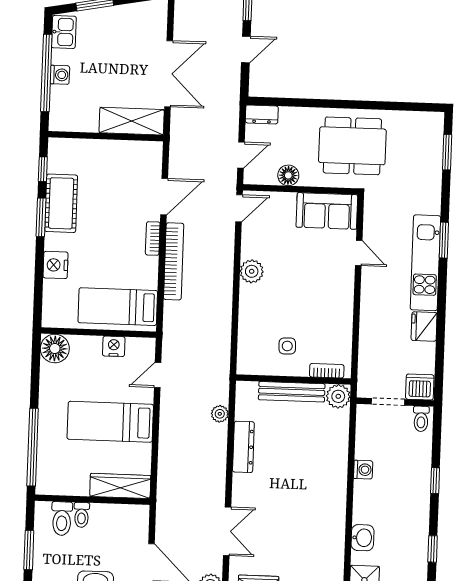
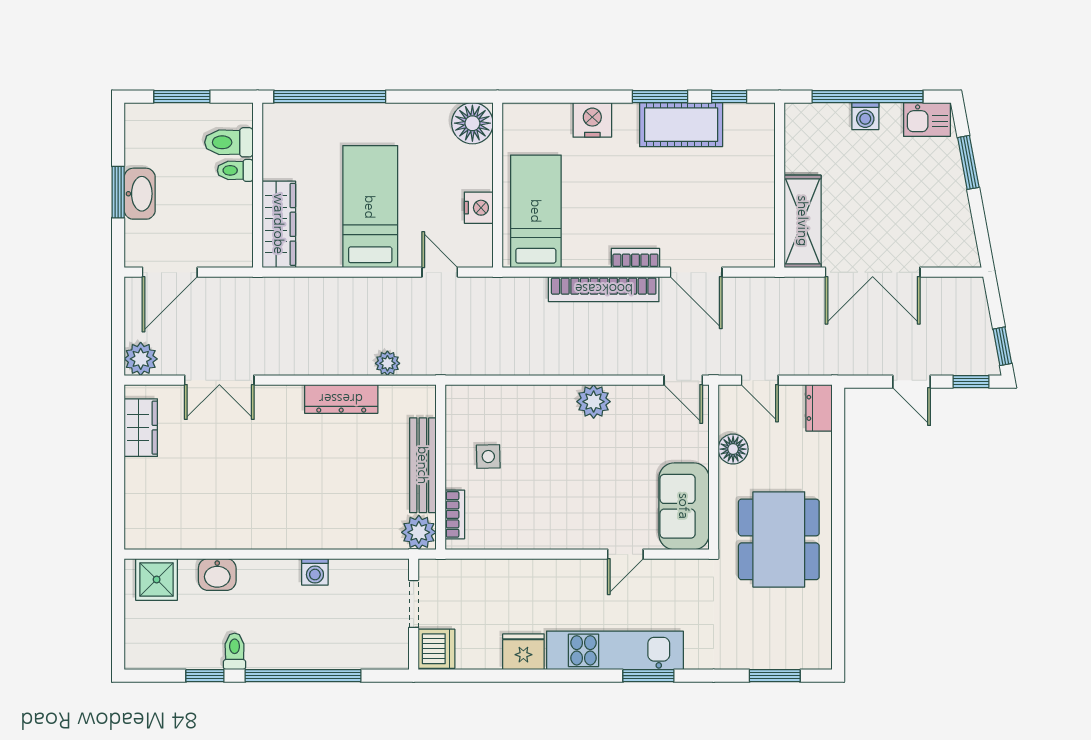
toilet: (421, 419) -> (235, 651), moved, turned 90
window: (435, 481) -> (303, 676), width x3.17

